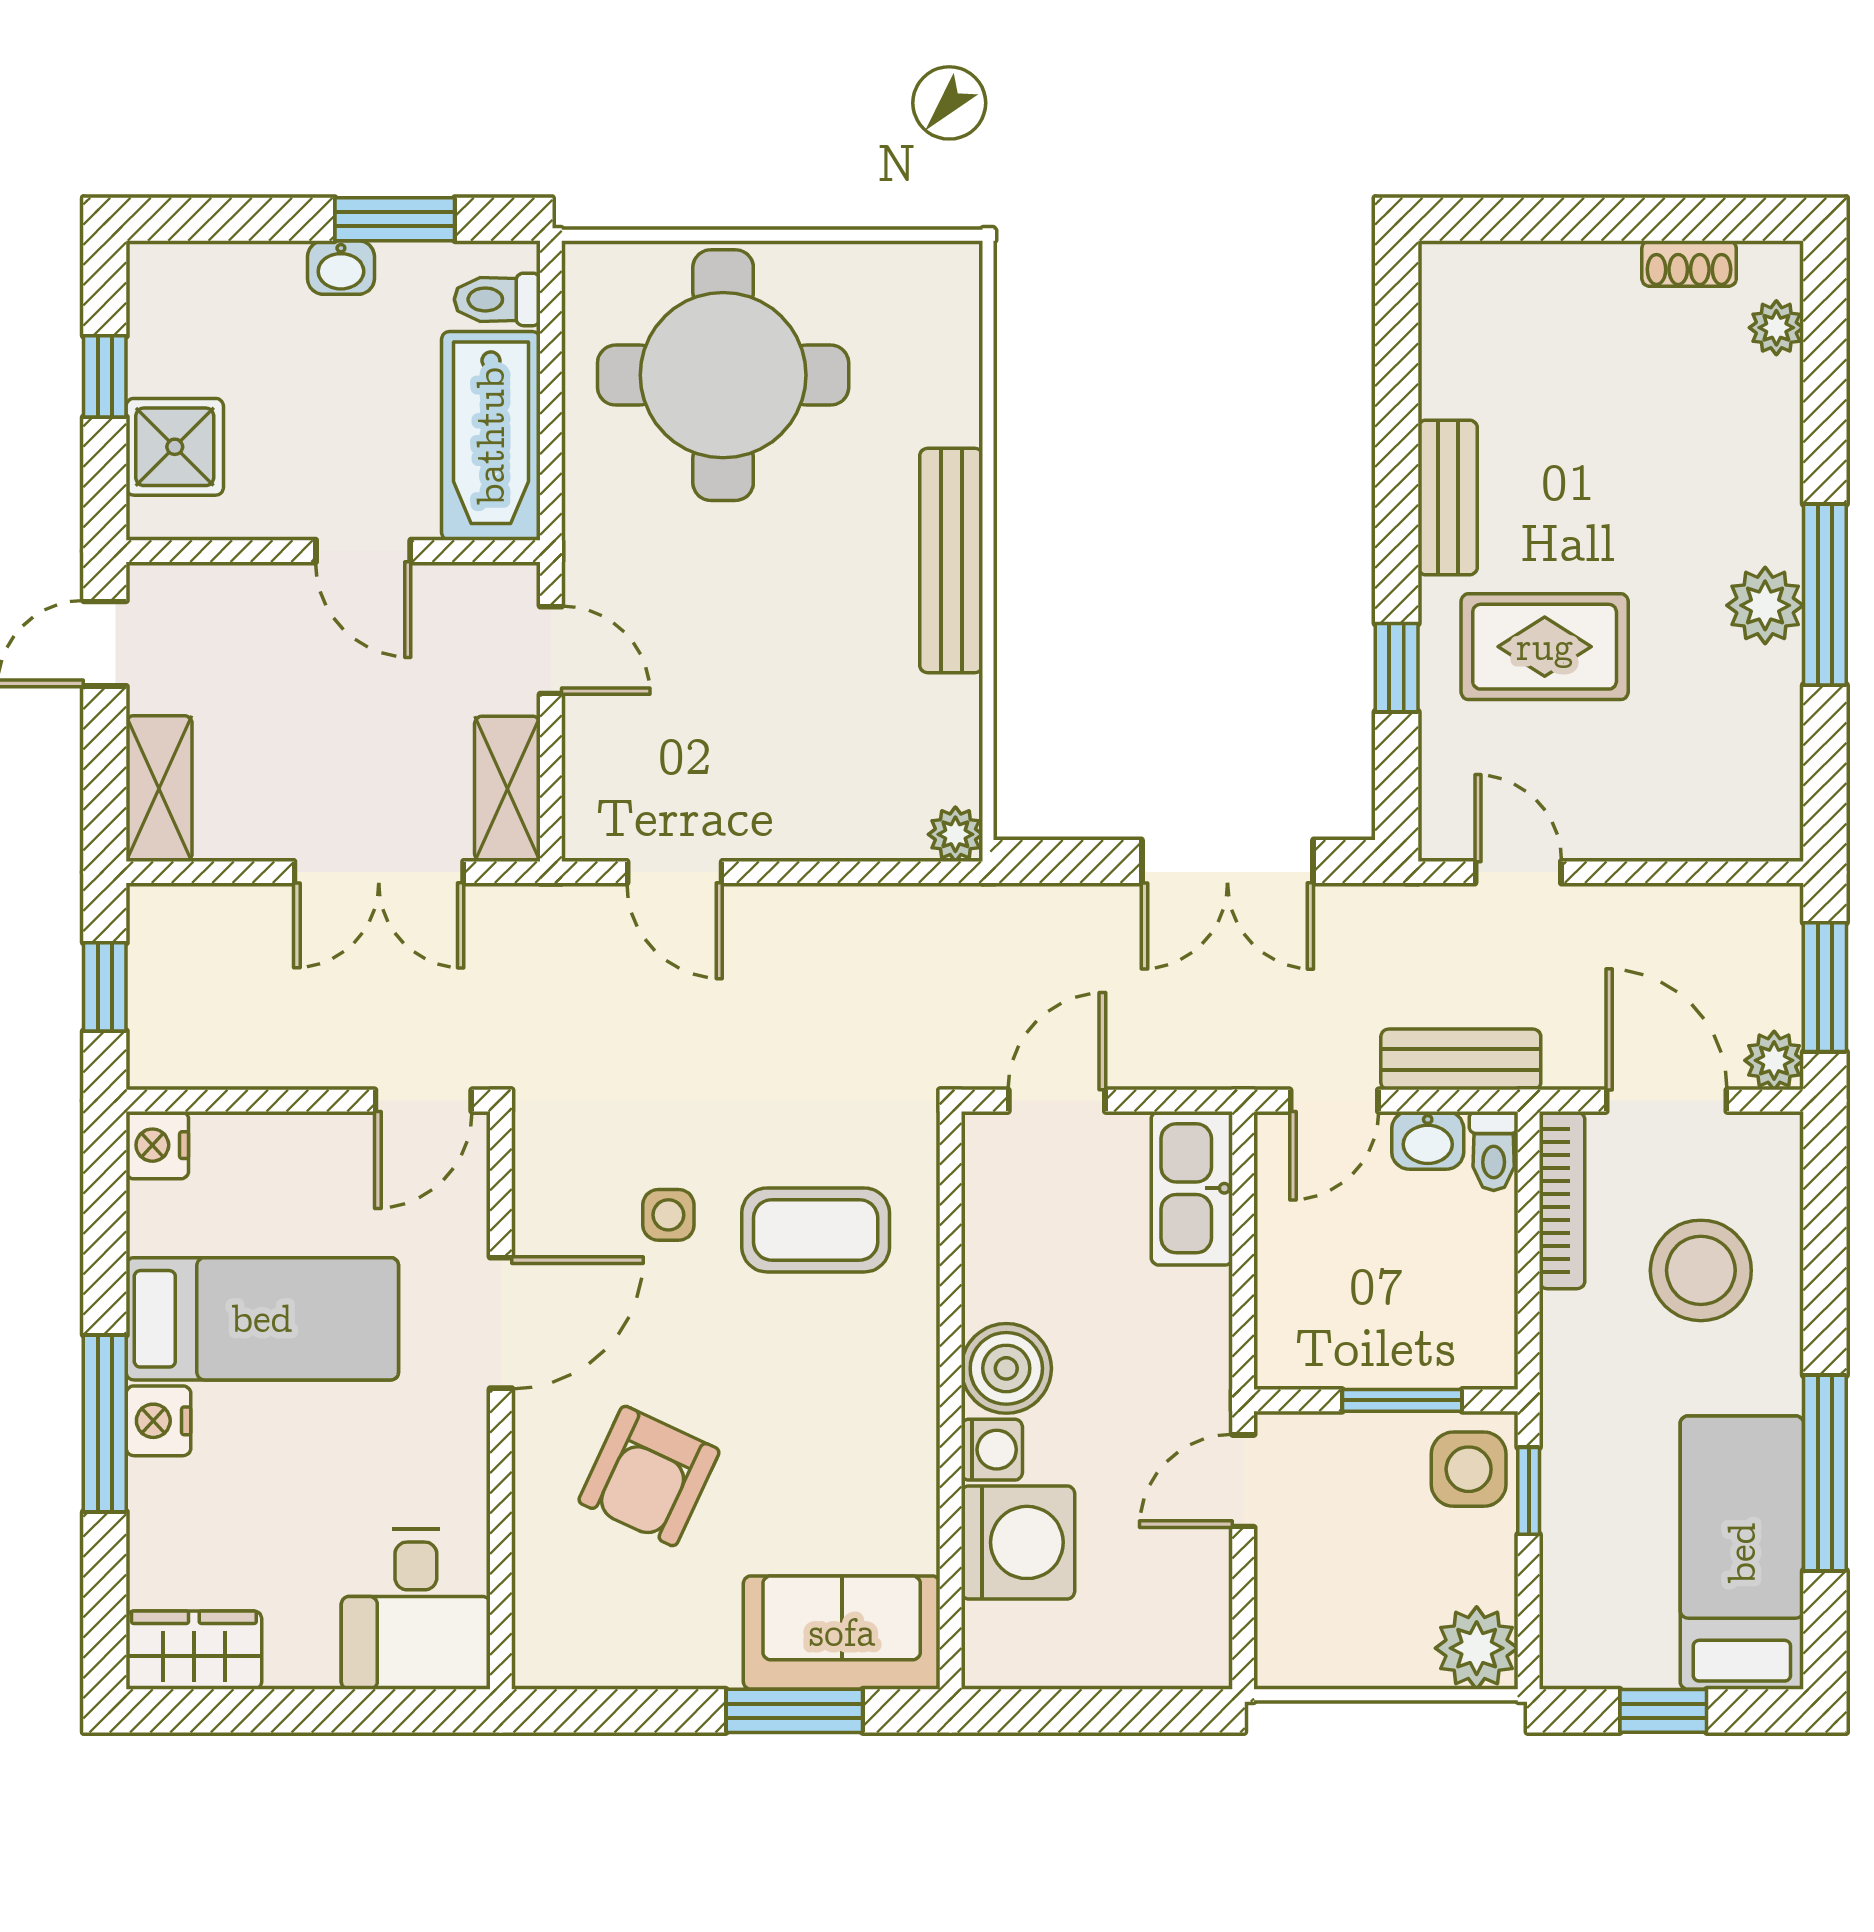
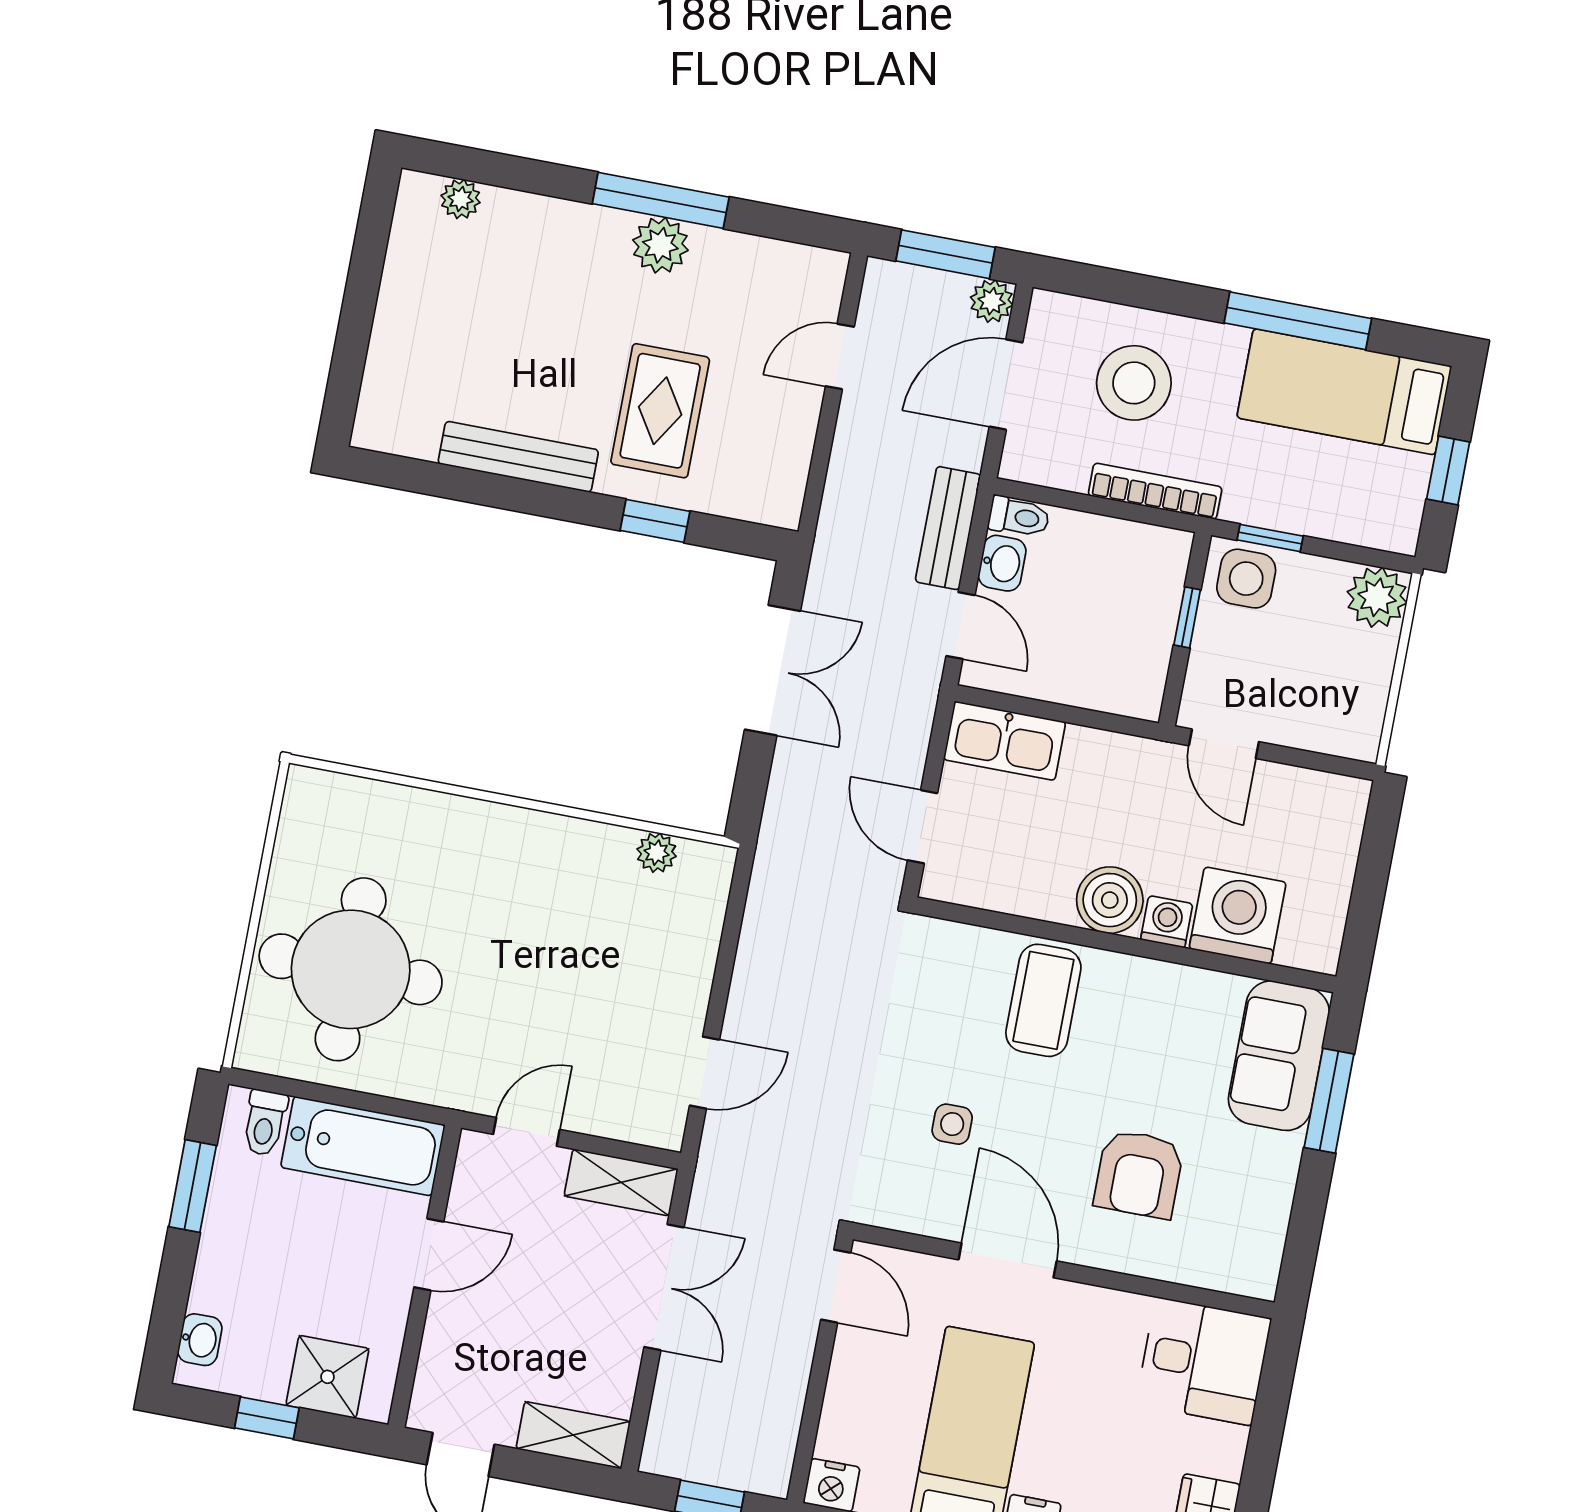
shoe rack: (1689, 263) -> (402, 254), removed
washbasin: (341, 268) -> (200, 1340), moved
bench: (1448, 498) -> (518, 457), width x1.36
bench: (951, 561) -> (516, 829), removed
plant: (955, 834) -> (657, 853), moved
door: (1518, 872) -> (840, 356), moved
bookcase: (1562, 1200) -> (1155, 491), moved
coffee table: (816, 1230) -> (1043, 1000), moved
window: (1402, 1400) -> (1187, 617), width x0.67
armchair: (649, 1476) -> (1139, 1174), turned 65

